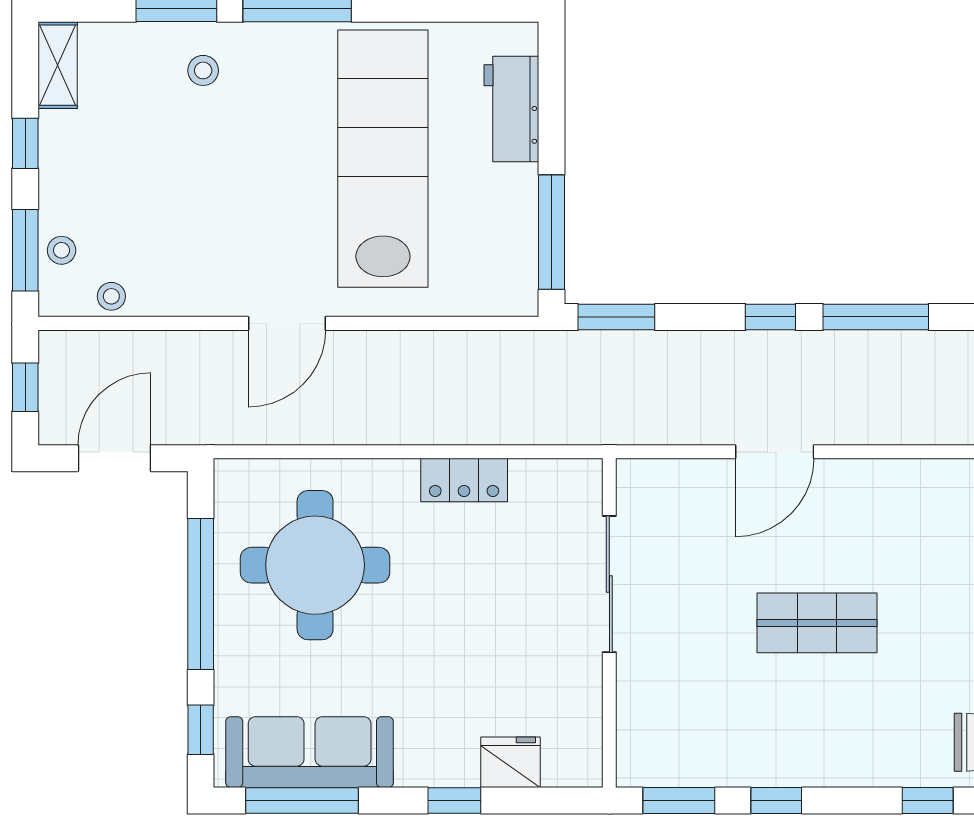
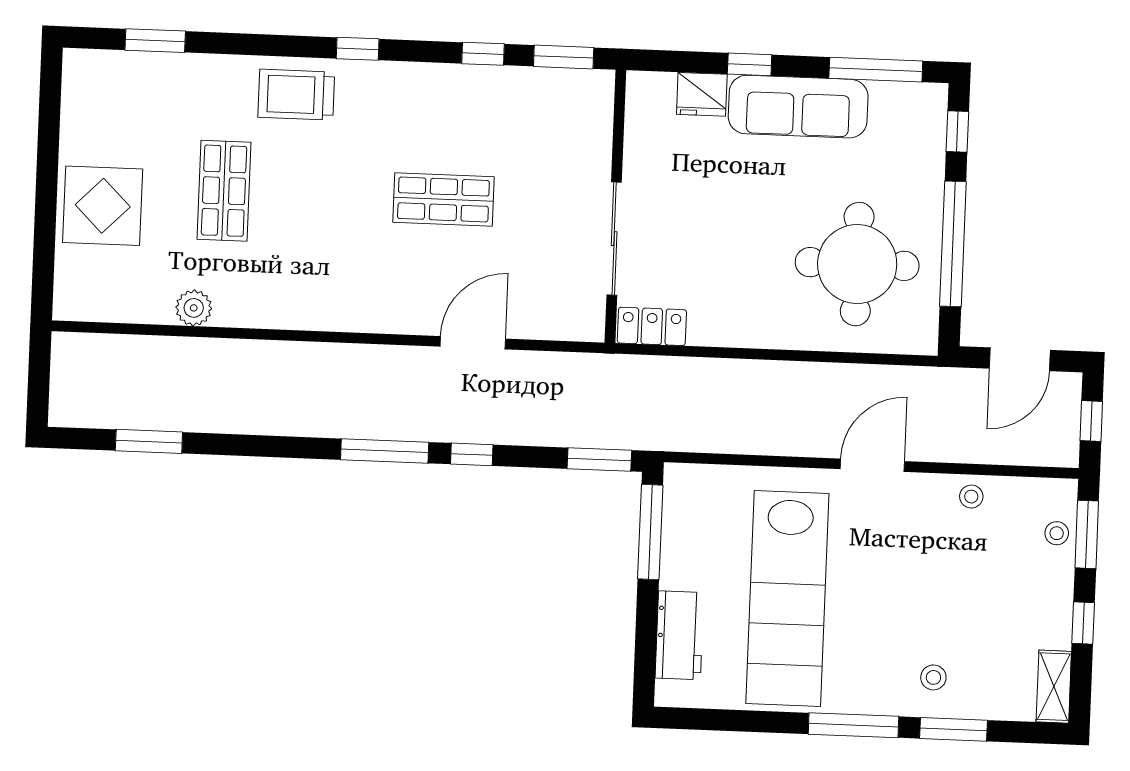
stool: (111, 296) -> (971, 497), moved
locker: (464, 480) -> (652, 326), moved
sofa: (310, 752) -> (798, 107), moved

